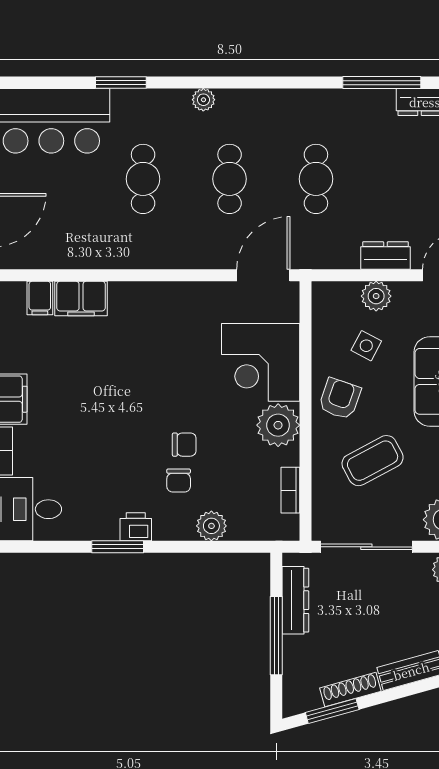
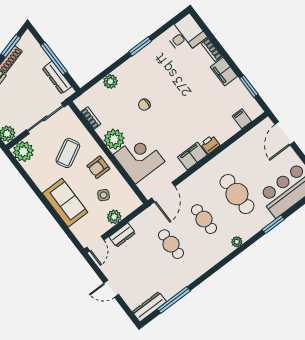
cafe table: (143, 179) -> (237, 194), width x1.37, depth x1.35
filing cabinet: (81, 299) -> (192, 156), moved
armchair: (340, 399) -> (98, 167), turned 71
chair: (179, 480) -> (136, 89), removed
printer: (136, 527) -> (210, 144), moved, turned 180

